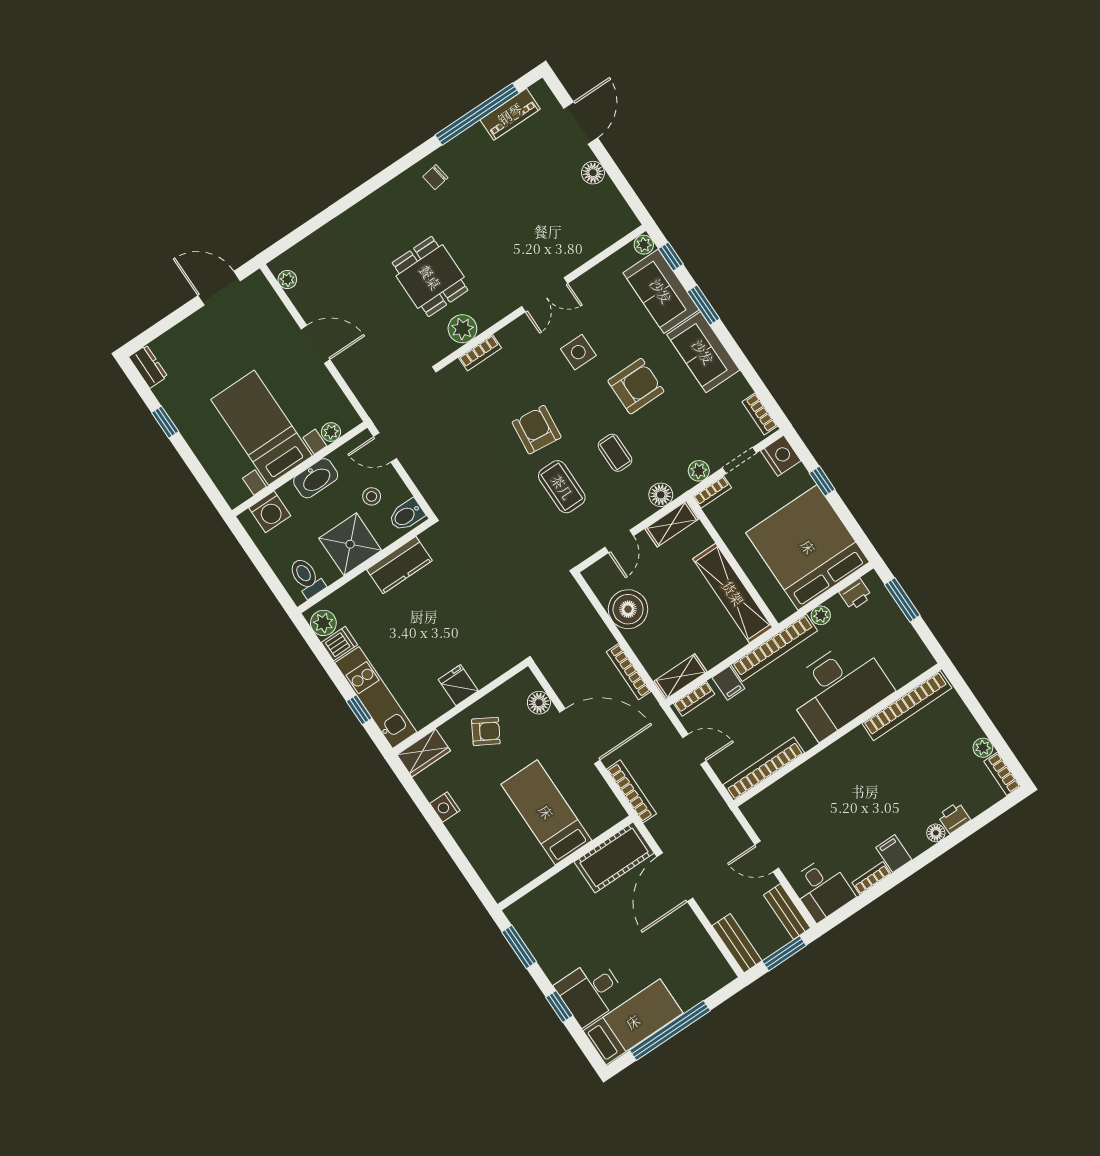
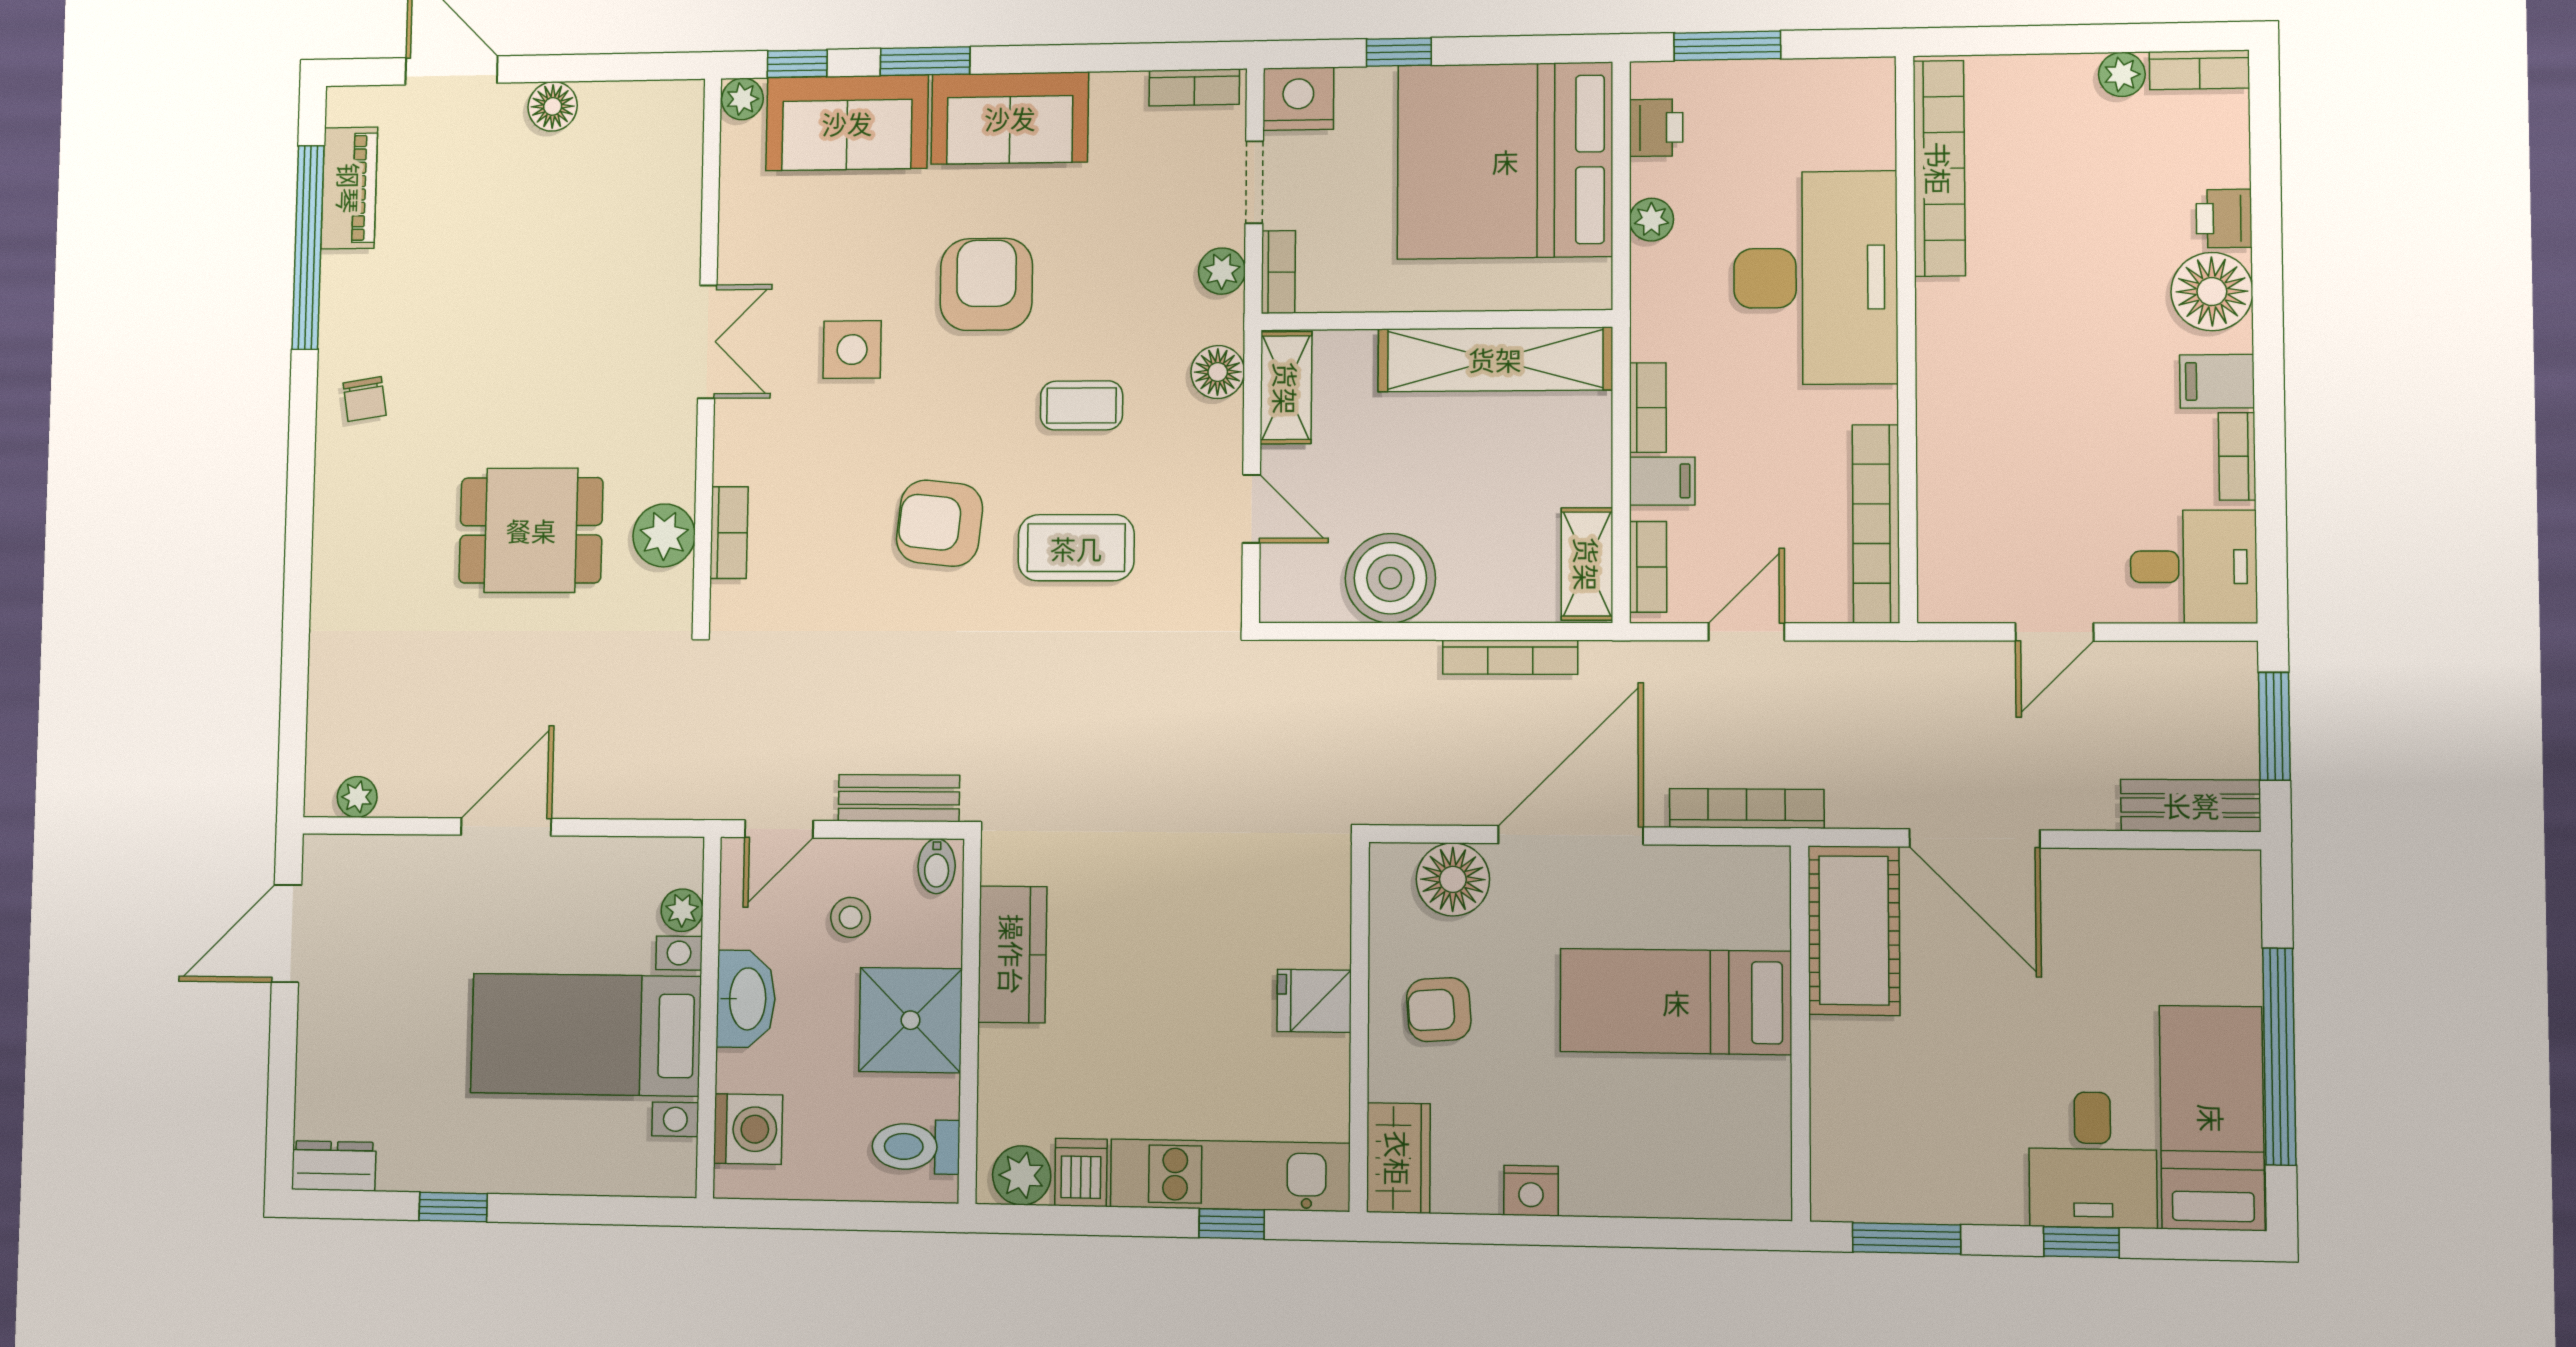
bidet: (406, 515) -> (937, 866), width x0.72, depth x0.74
bookcase: (774, 648) -> (1648, 408), width x0.43, depth x0.76
floor lamp: (539, 703) -> (1453, 879), width x1.38, depth x1.38
armchair: (486, 731) -> (1439, 1010), turned -124
floor lamp: (936, 833) -> (2212, 292), width x1.89, depth x1.89
bench: (787, 911) -> (899, 798), moved

